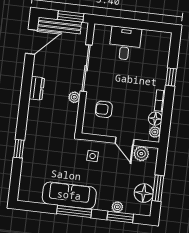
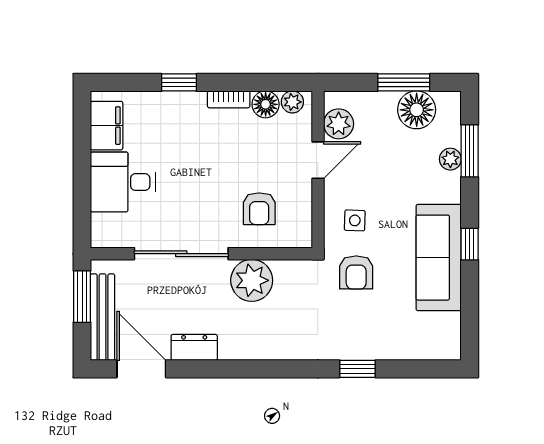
filing cabinet: (154, 39) -> (107, 126), added
dresser: (37, 88) -> (194, 347), moved
plant: (74, 97) -> (252, 280), width x1.87, depth x1.87
armchair: (67, 154) -> (356, 272), added
window: (74, 212) -> (470, 244), width x0.46

